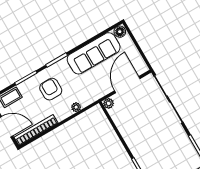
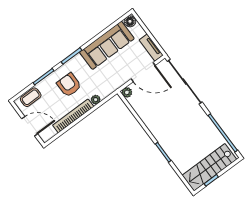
tv unit: (138, 61) -> (151, 48), added
door: (127, 85) -> (143, 72), swing flipped
bookcase: (36, 130) -> (73, 116), moved

